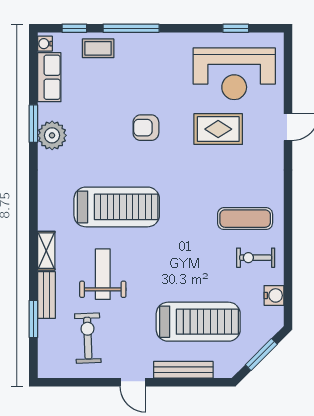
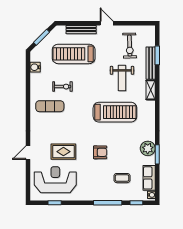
coffee table: (98, 48) -> (122, 178), moved
treadmill: (117, 207) -> (115, 112), turned 180
exercise bike: (256, 258) -> (62, 87), moved
bench: (46, 295) -> (151, 63), width x1.36

